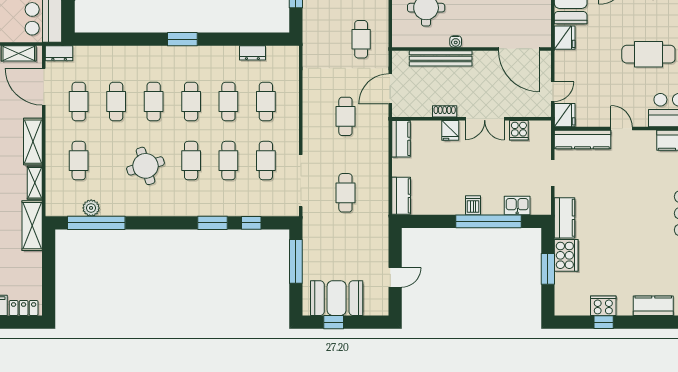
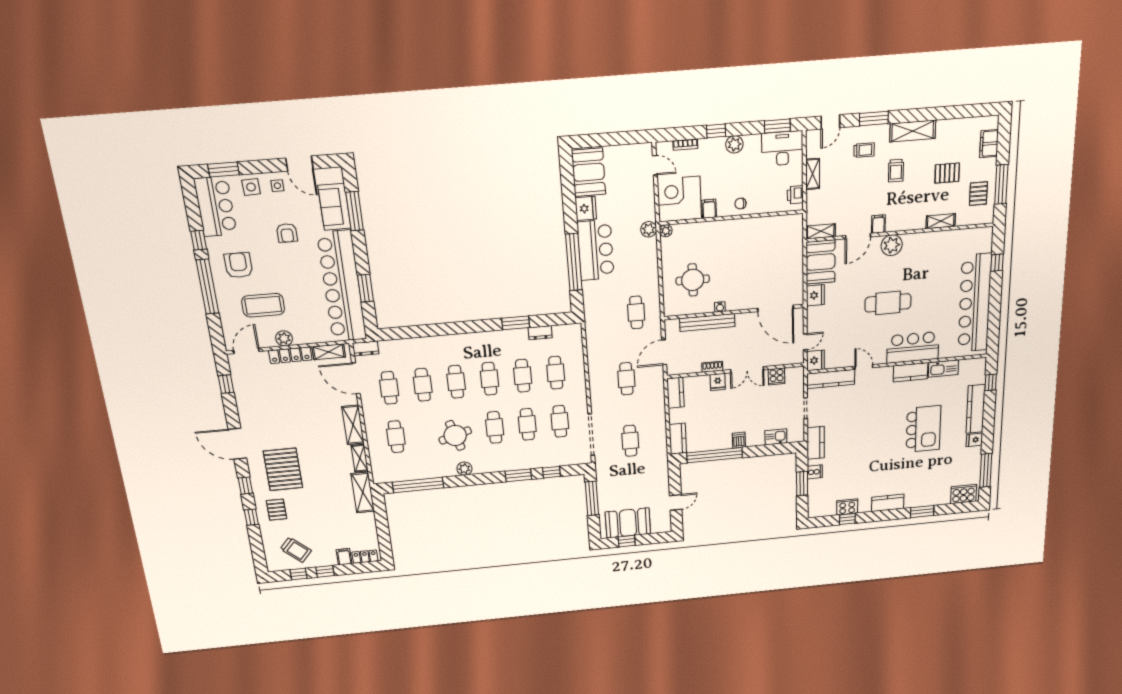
window: (182, 39) -> (516, 323), moved
plant: (91, 208) -> (464, 469), moved
window: (489, 221) -> (715, 455), moved
cooker: (566, 255) -> (815, 472), width x0.53, depth x0.76

